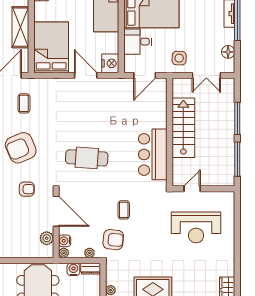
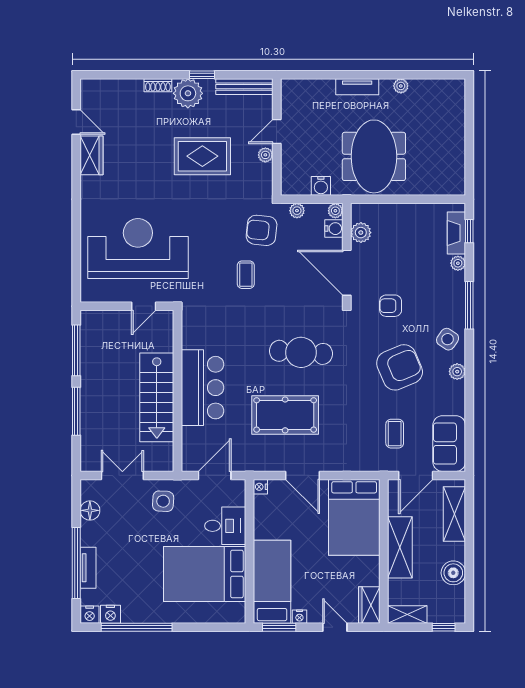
nightstand: (110, 63) -> (260, 487), width x0.53, depth x0.56
pool table: (97, 116) -> (285, 415), added
bar counter: (153, 154) -> (202, 388), moved
reception desk: (196, 227) -> (138, 249), width x1.36, depth x1.30
dresser: (91, 269) -> (295, 187), removed

